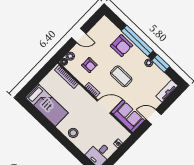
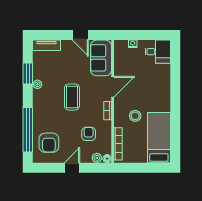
door: (79, 36) -> (72, 168), hinge flipped
window: (137, 41) -> (28, 130), moved
armchair: (122, 46) -> (49, 143), moved, turned 180
door: (104, 107) -> (113, 87), swing flipped
stool: (73, 133) -> (135, 116), moved

